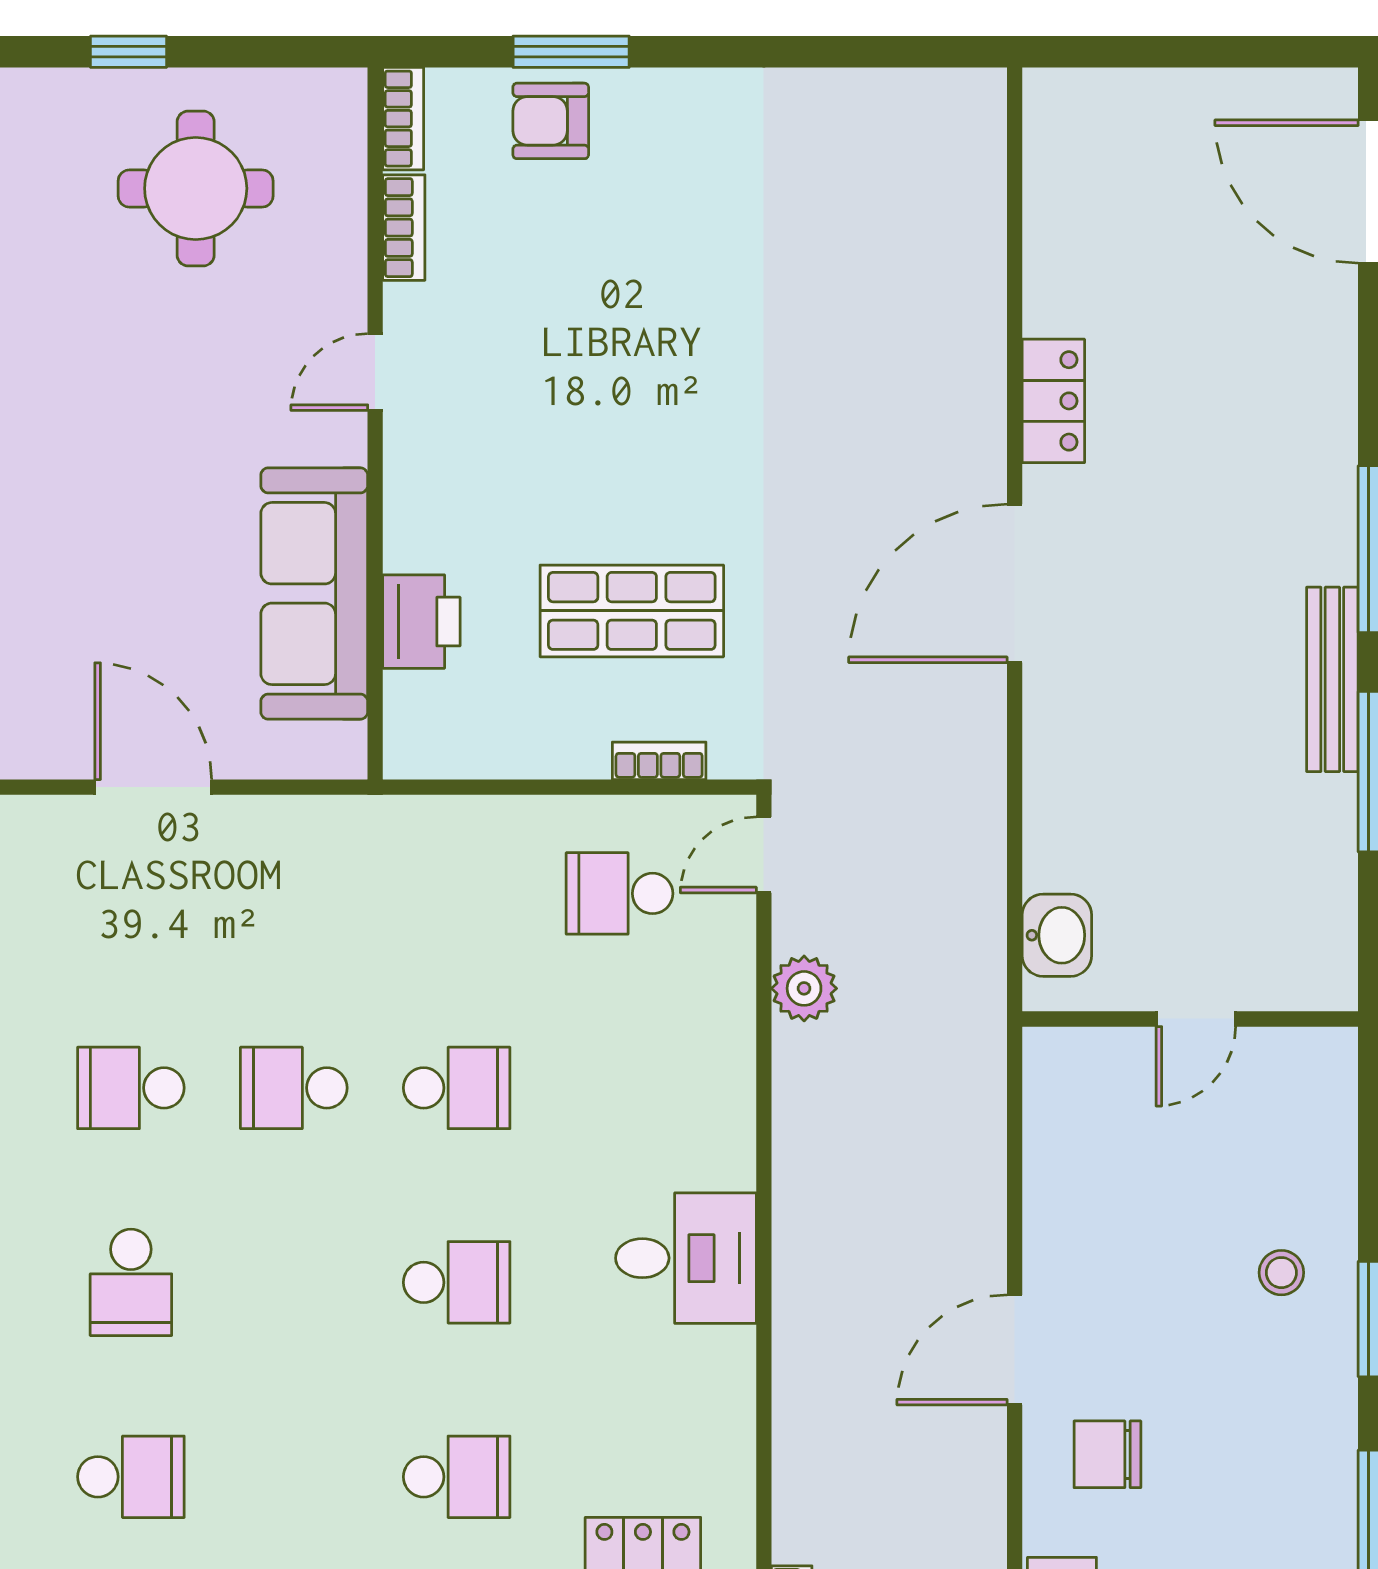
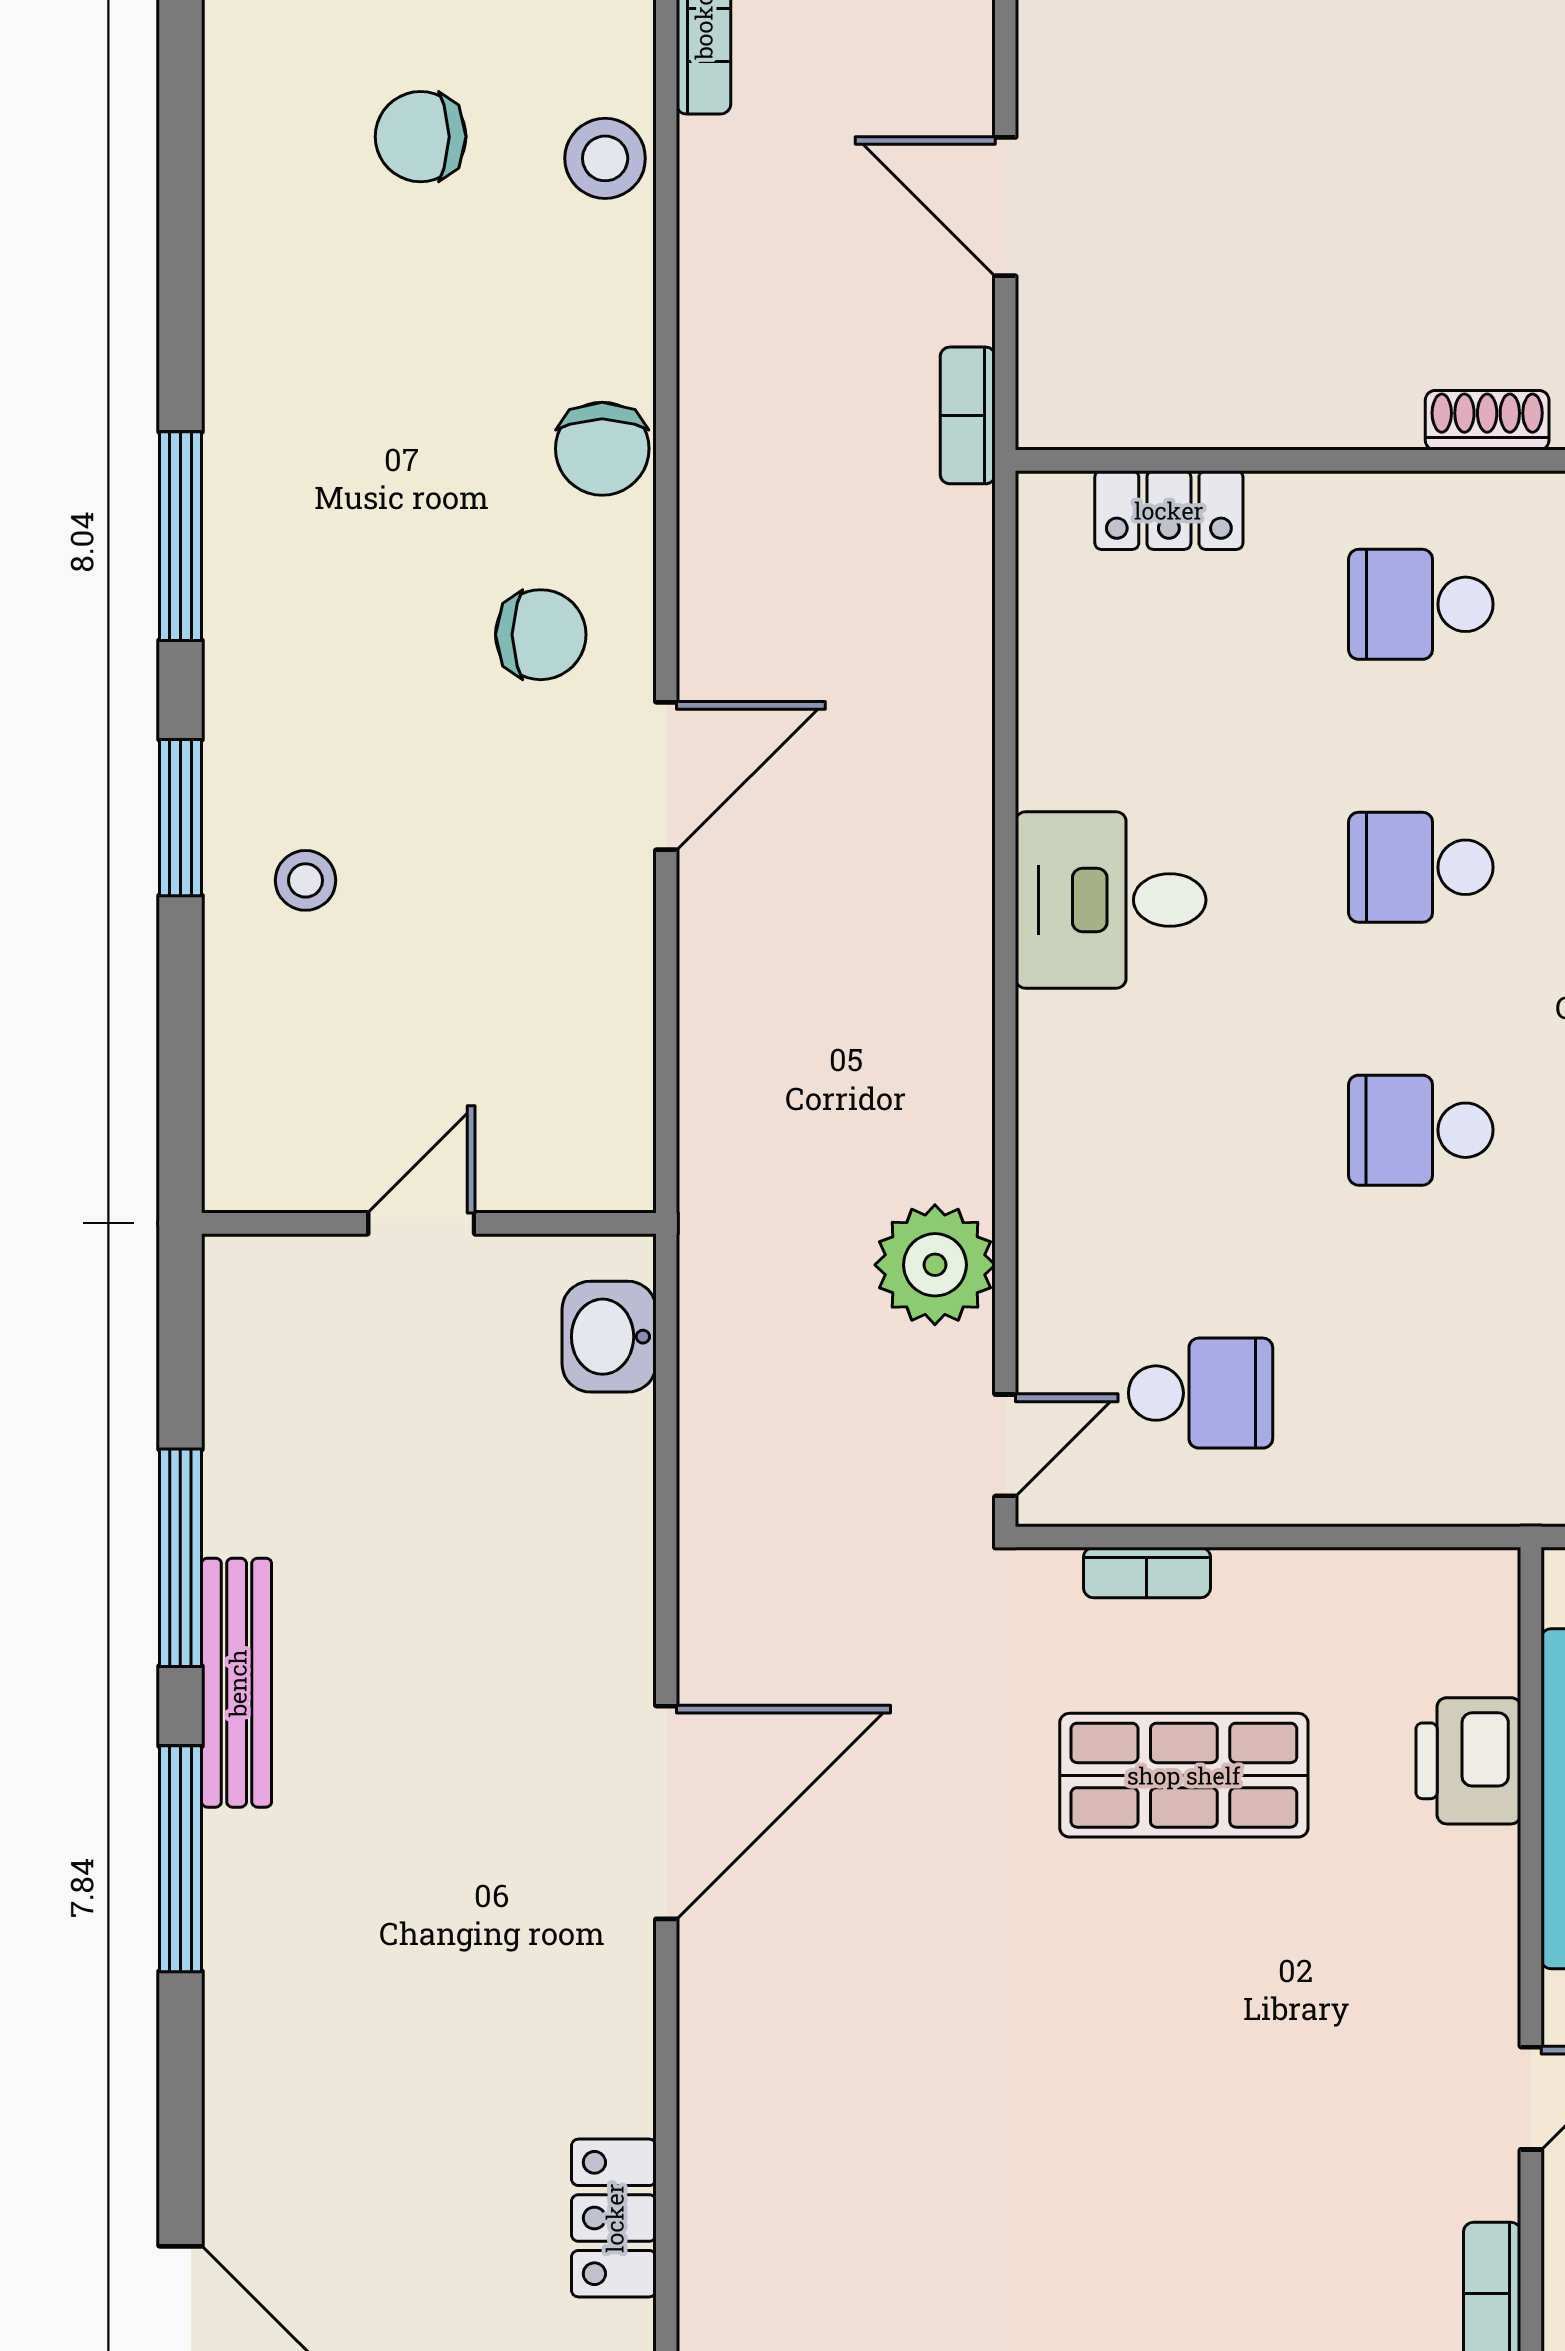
locker: (1053, 401) -> (614, 2218), moved
plant: (804, 988) -> (935, 1265), width x1.36, depth x1.36

